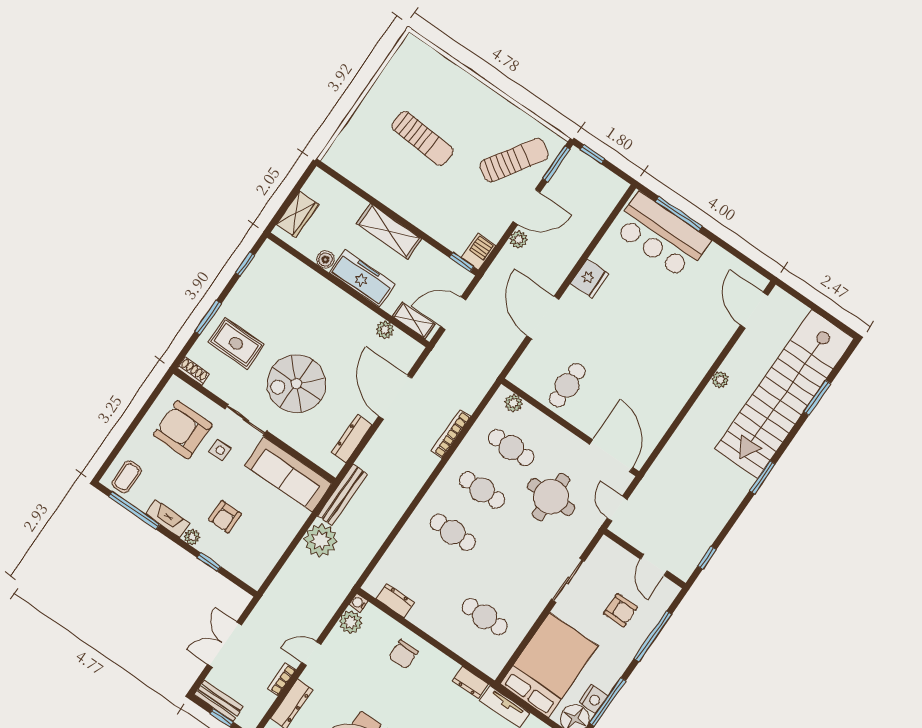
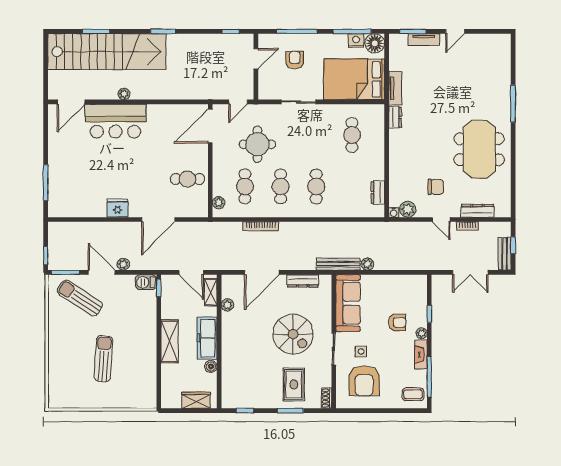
bar counter: (661, 235) -> (116, 121), moved, turned 90
plant: (321, 540) -> (367, 264), width x0.53, depth x0.53
chair: (403, 654) -> (436, 187), moved

